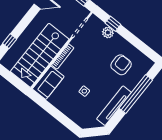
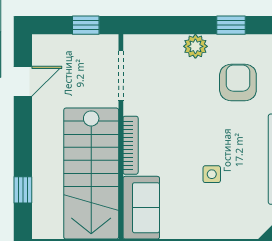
window: (113, 24) -> (231, 25), moved
plant: (108, 32) -> (195, 46), moved

